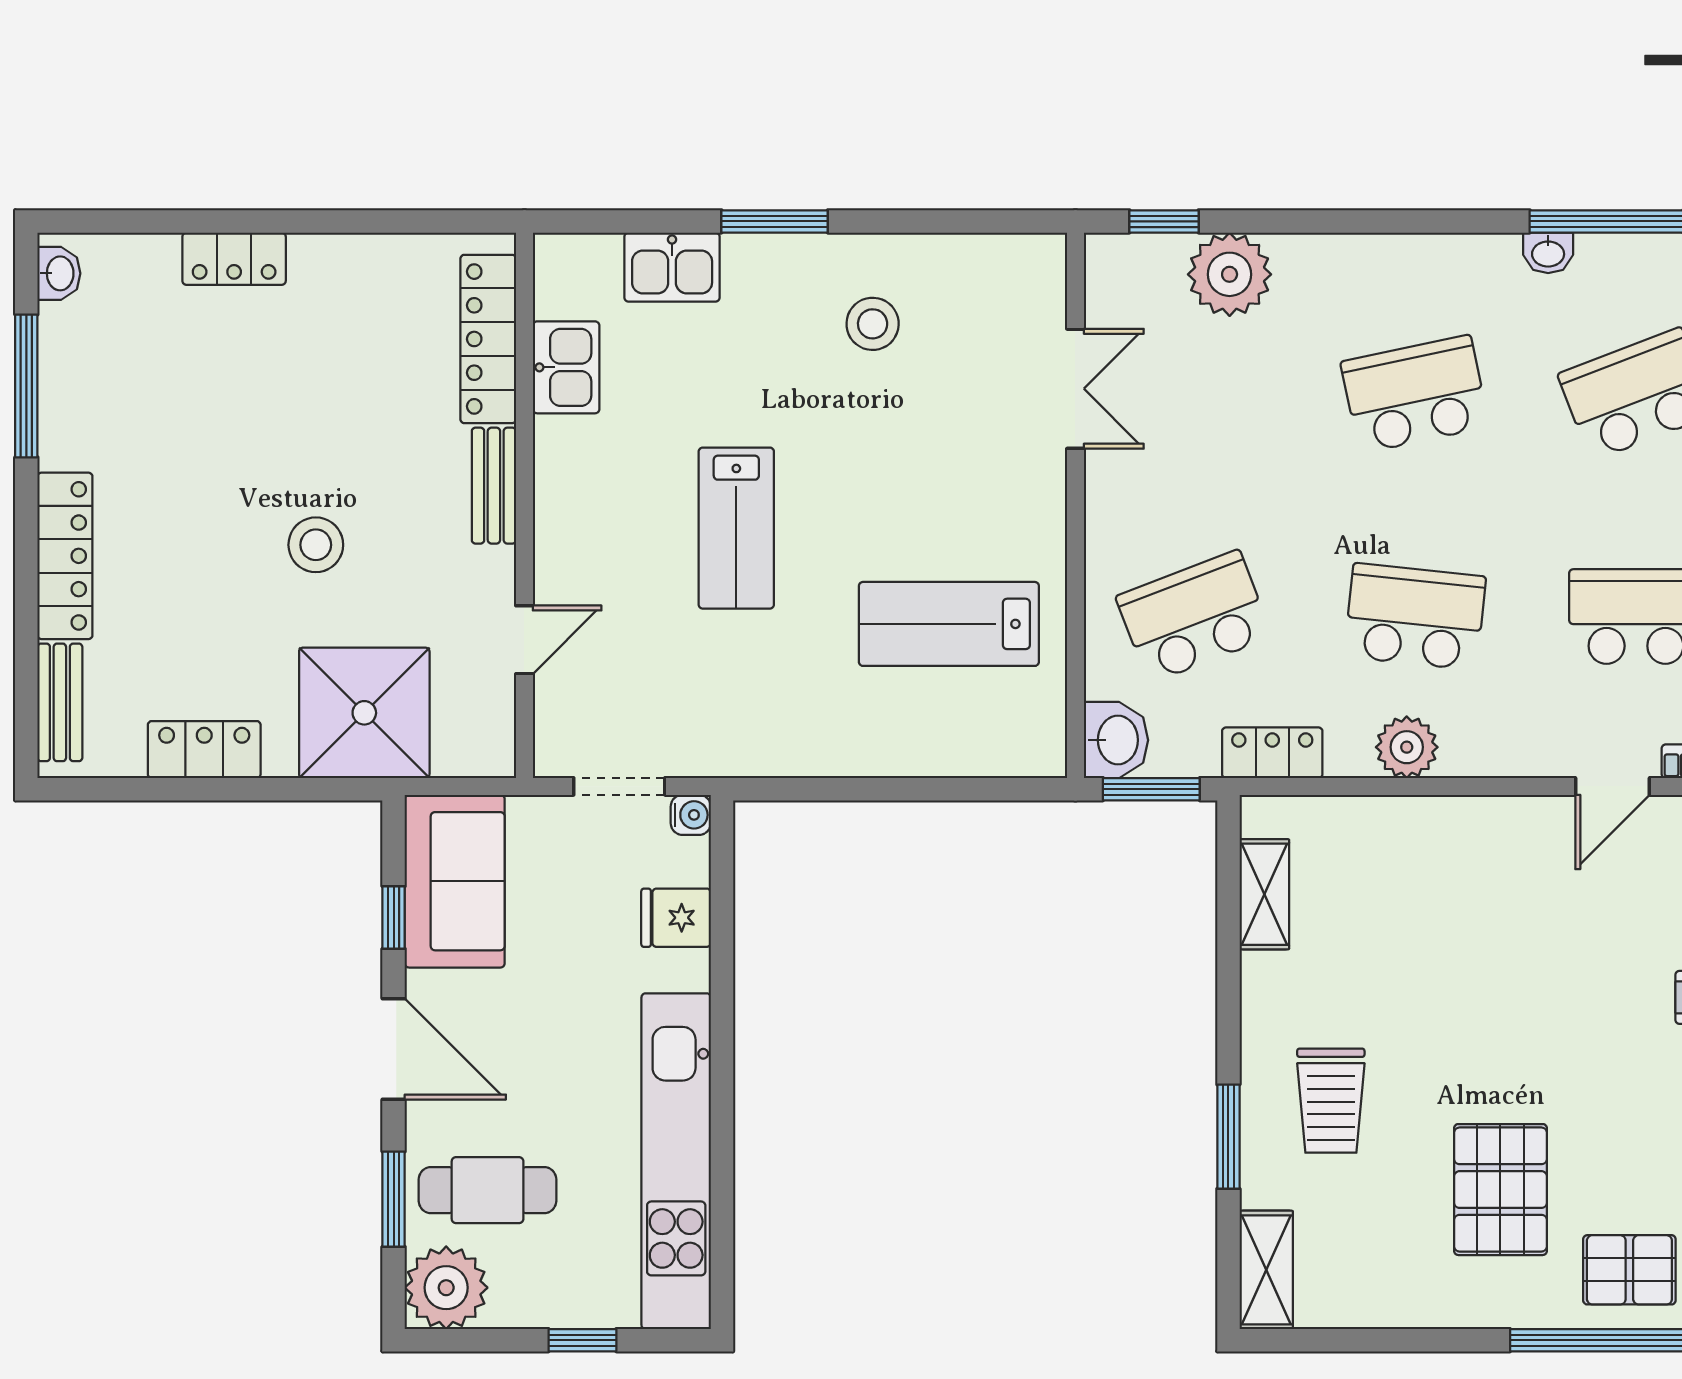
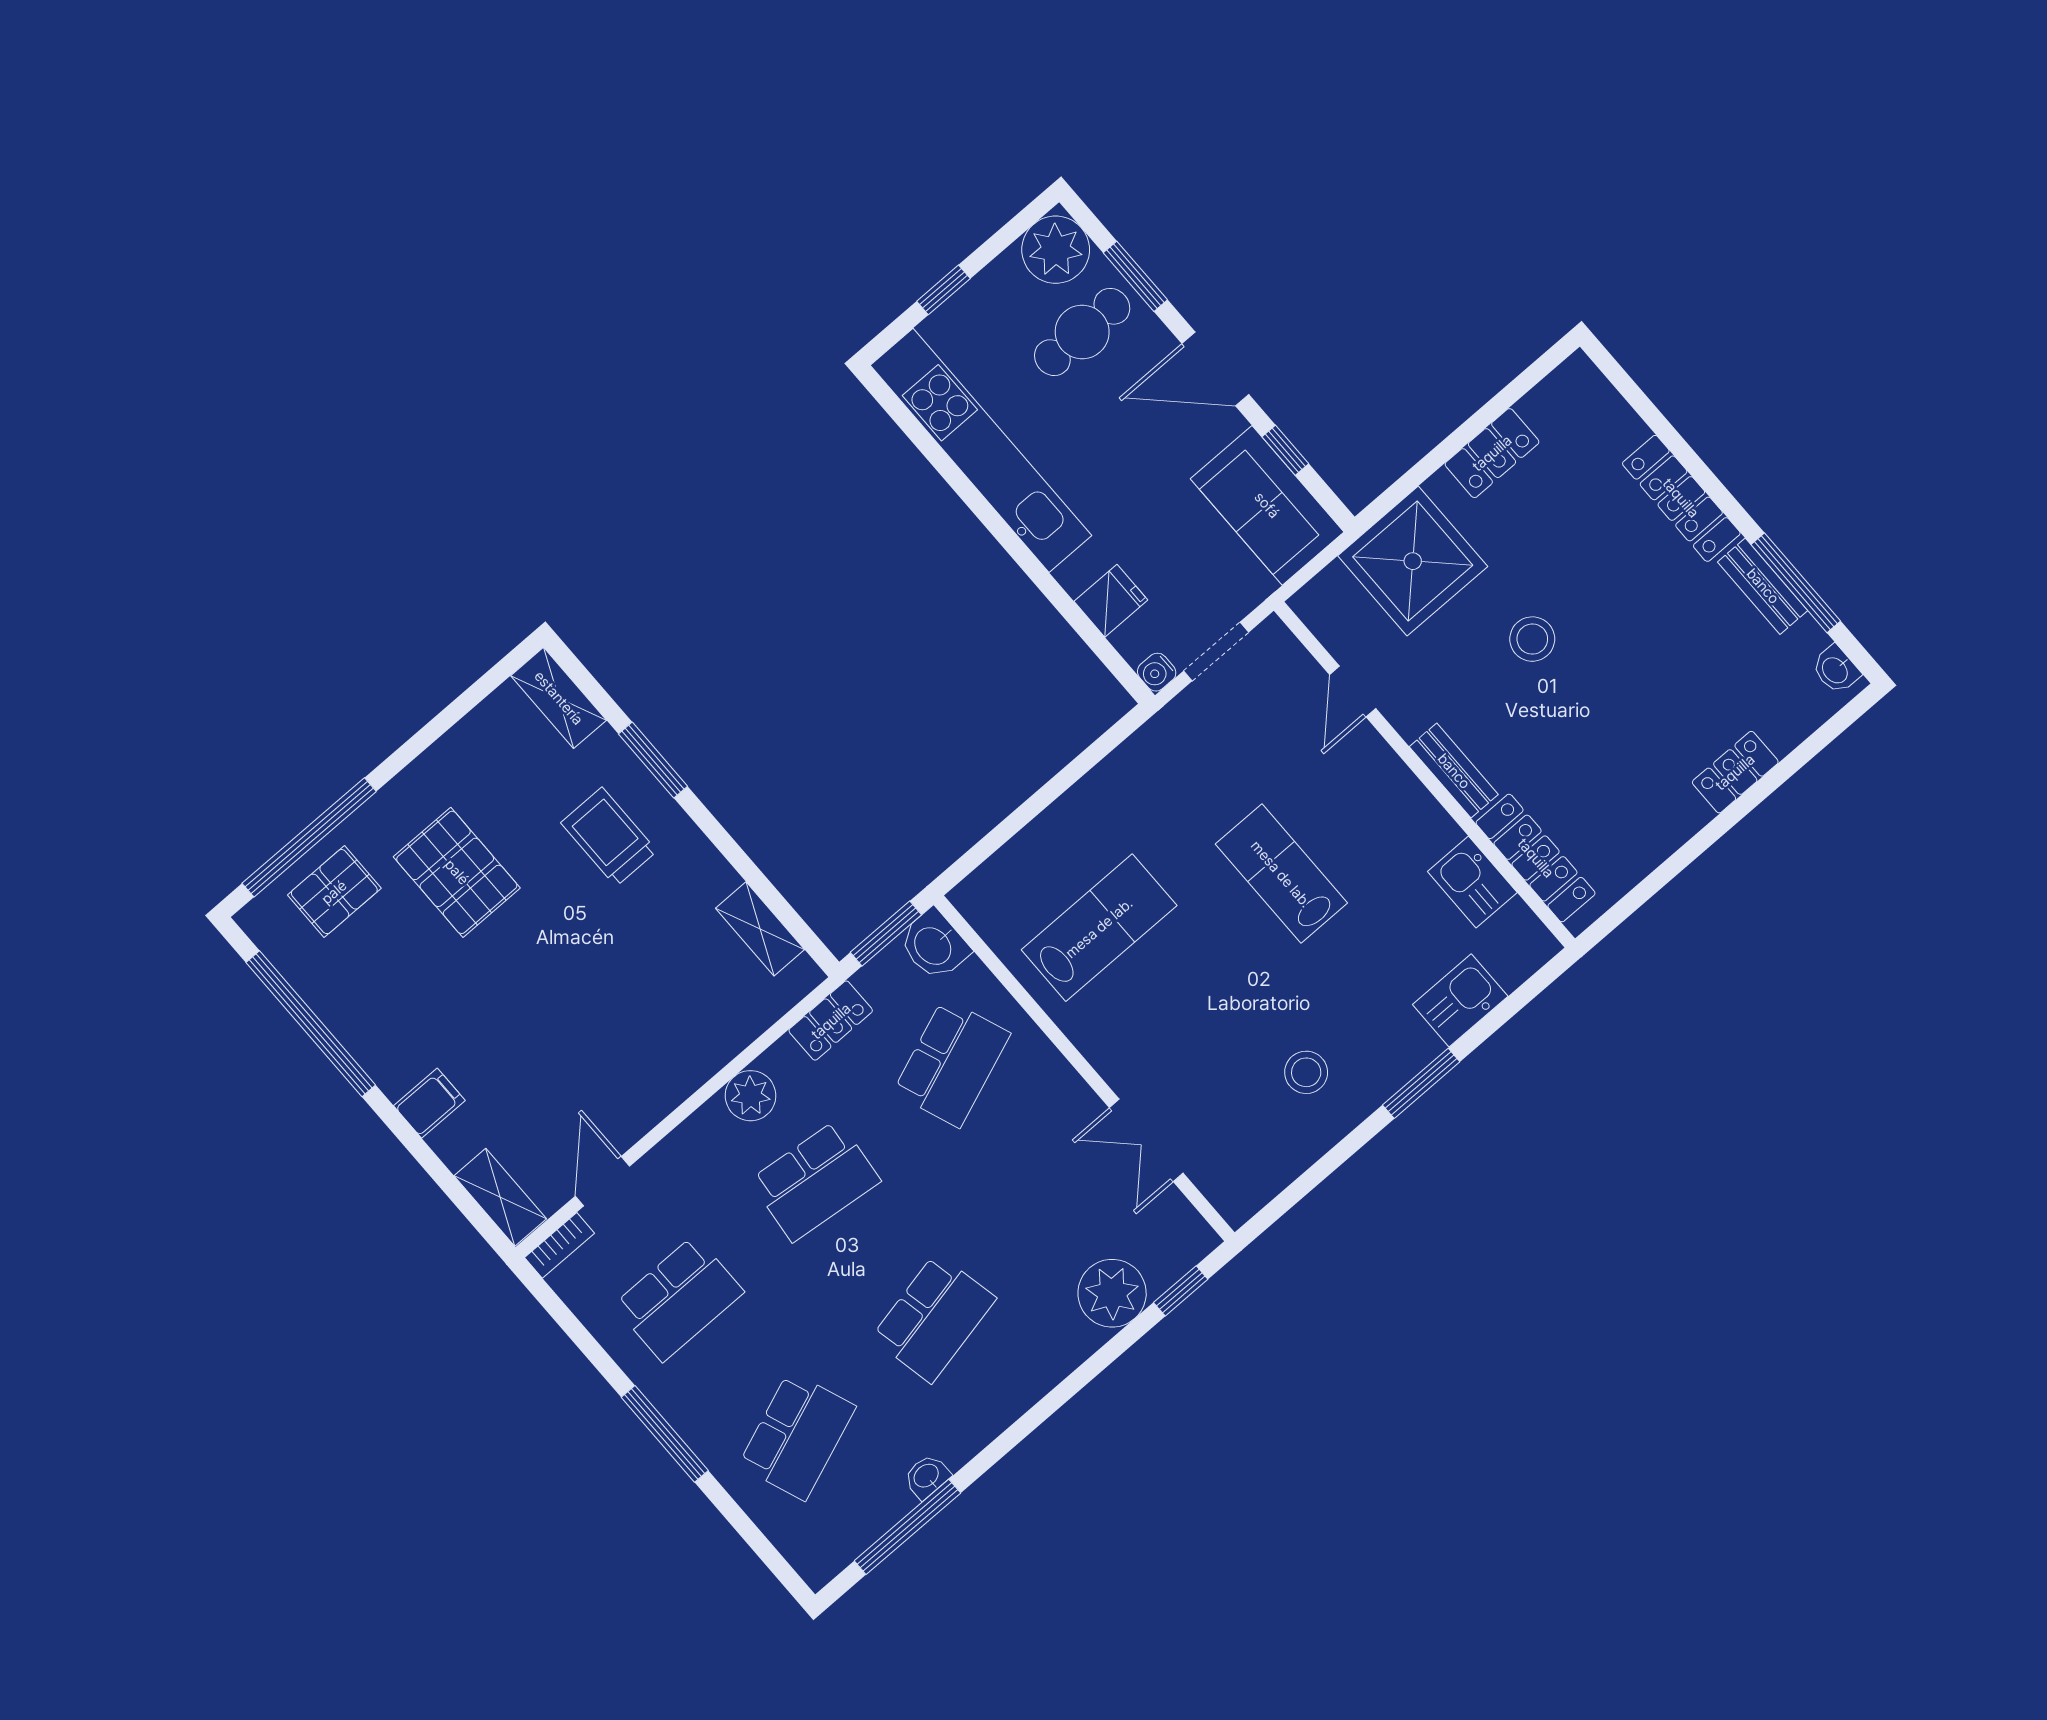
bench: (60, 702) -> (1763, 586), moved

